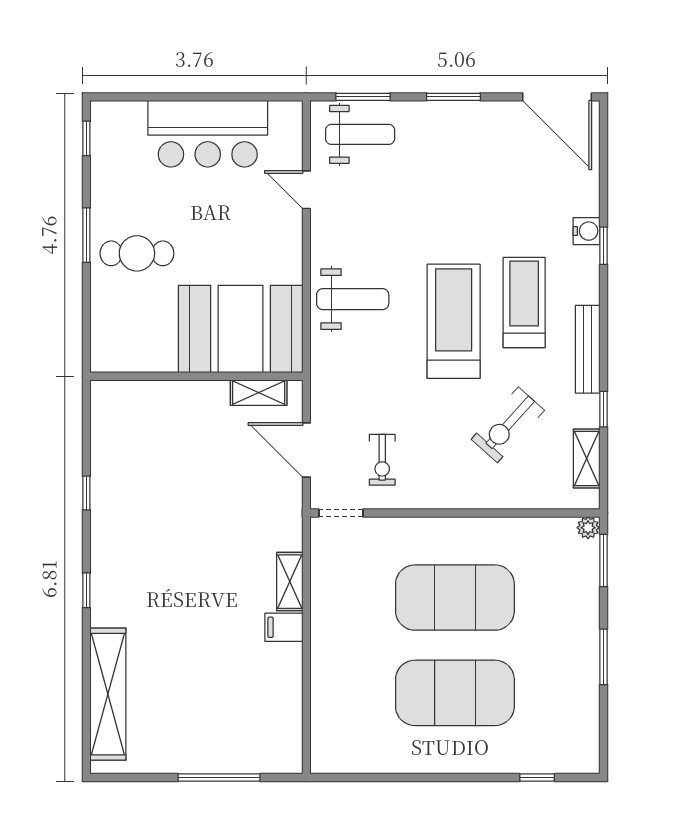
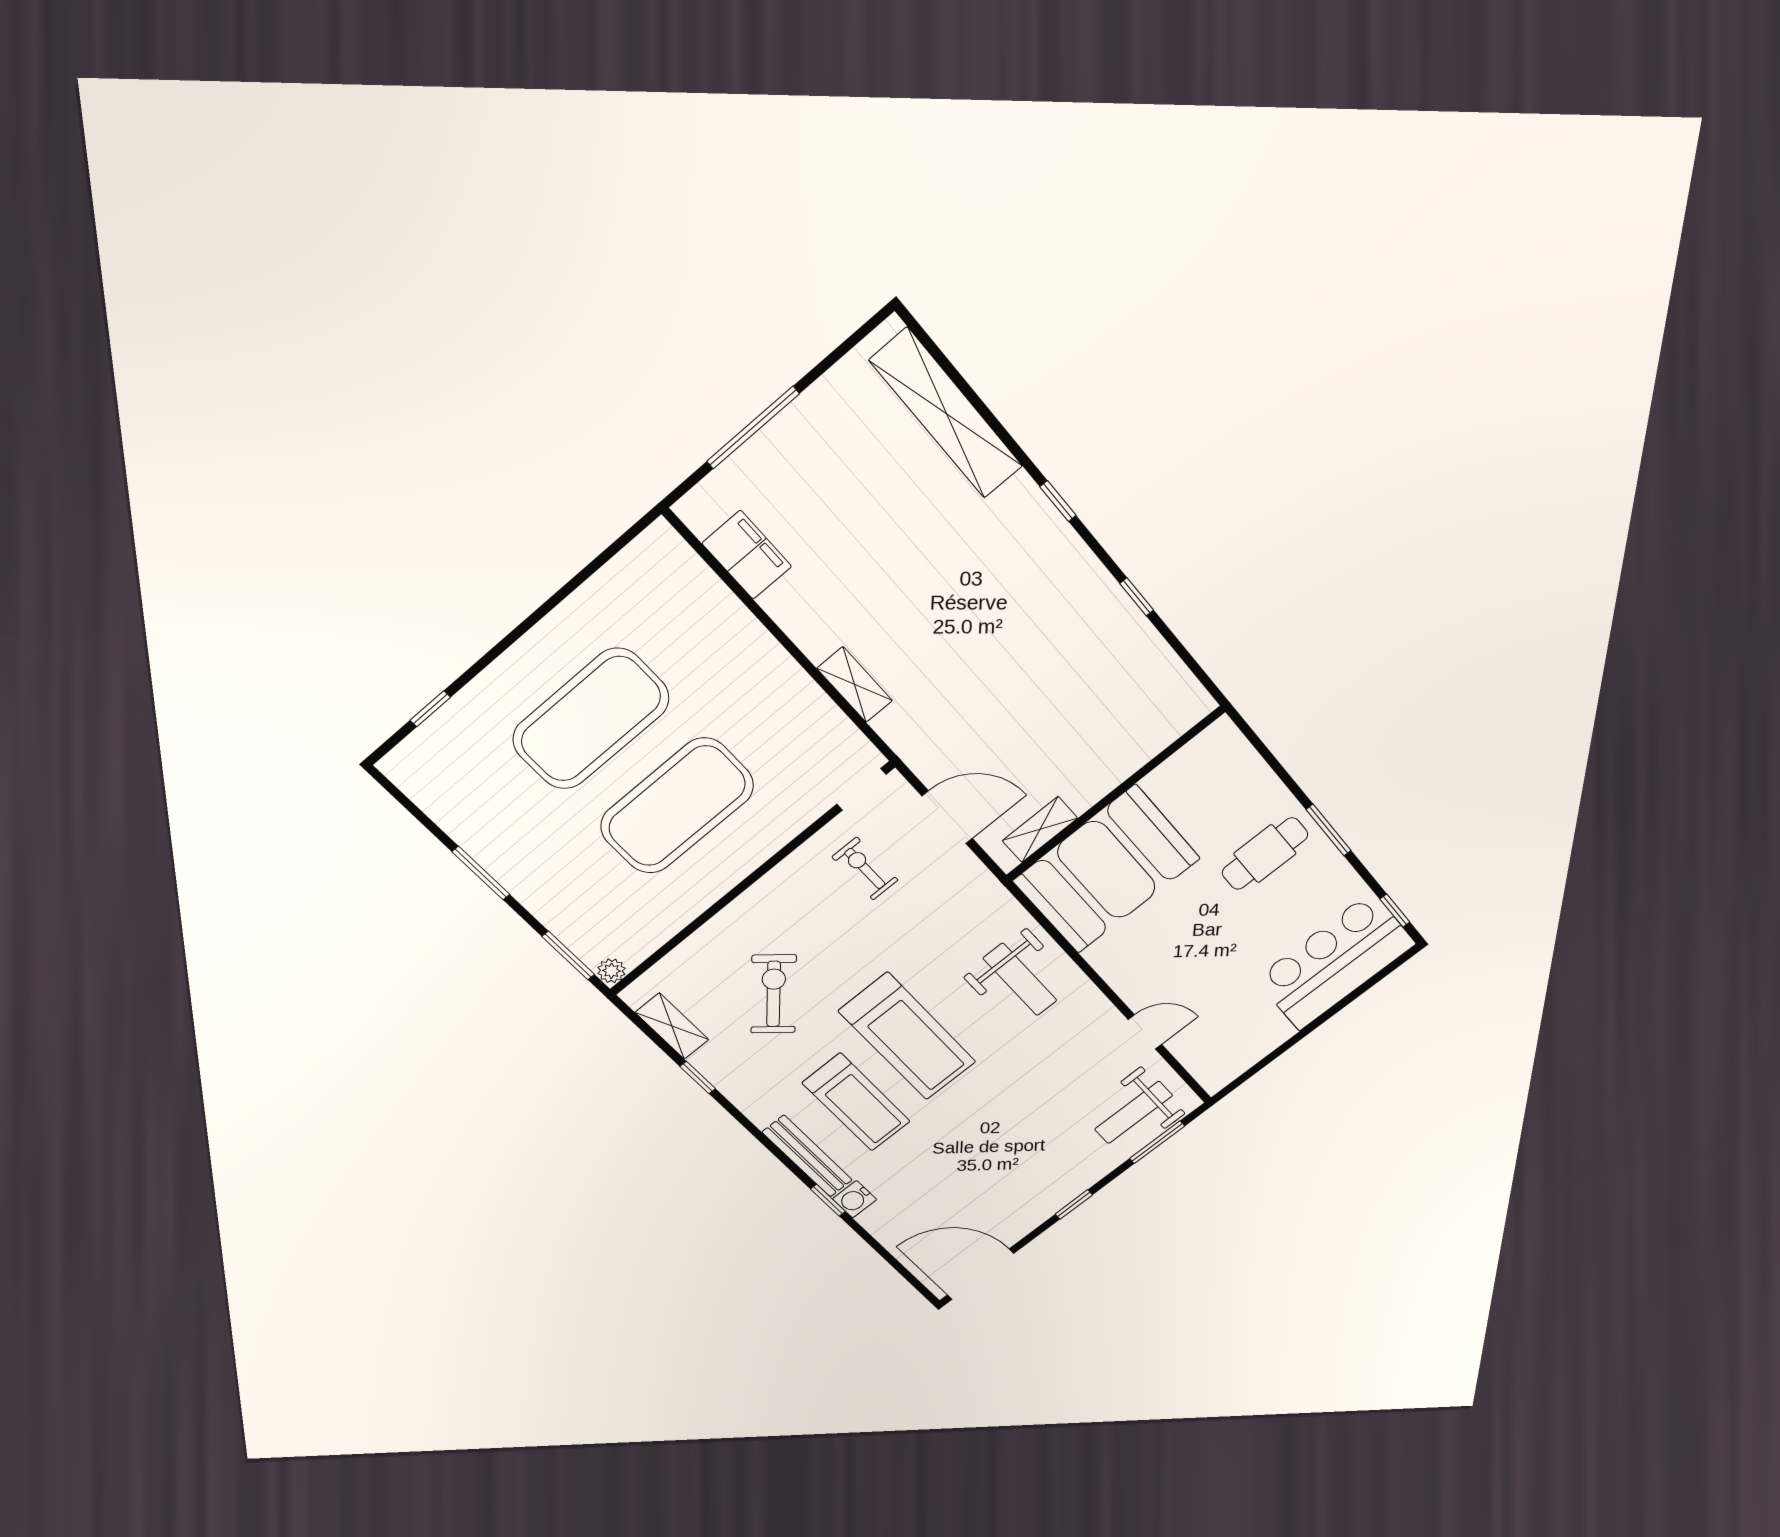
window: (453, 97) -> (1074, 1204), width x0.67
bar counter: (208, 134) -> (1335, 962), moved
weight bench: (353, 299) -> (1020, 979), turned -90
bench: (588, 349) -> (807, 1156), moved
filing cabinet: (284, 627) -> (747, 555), moved, width x2.00

